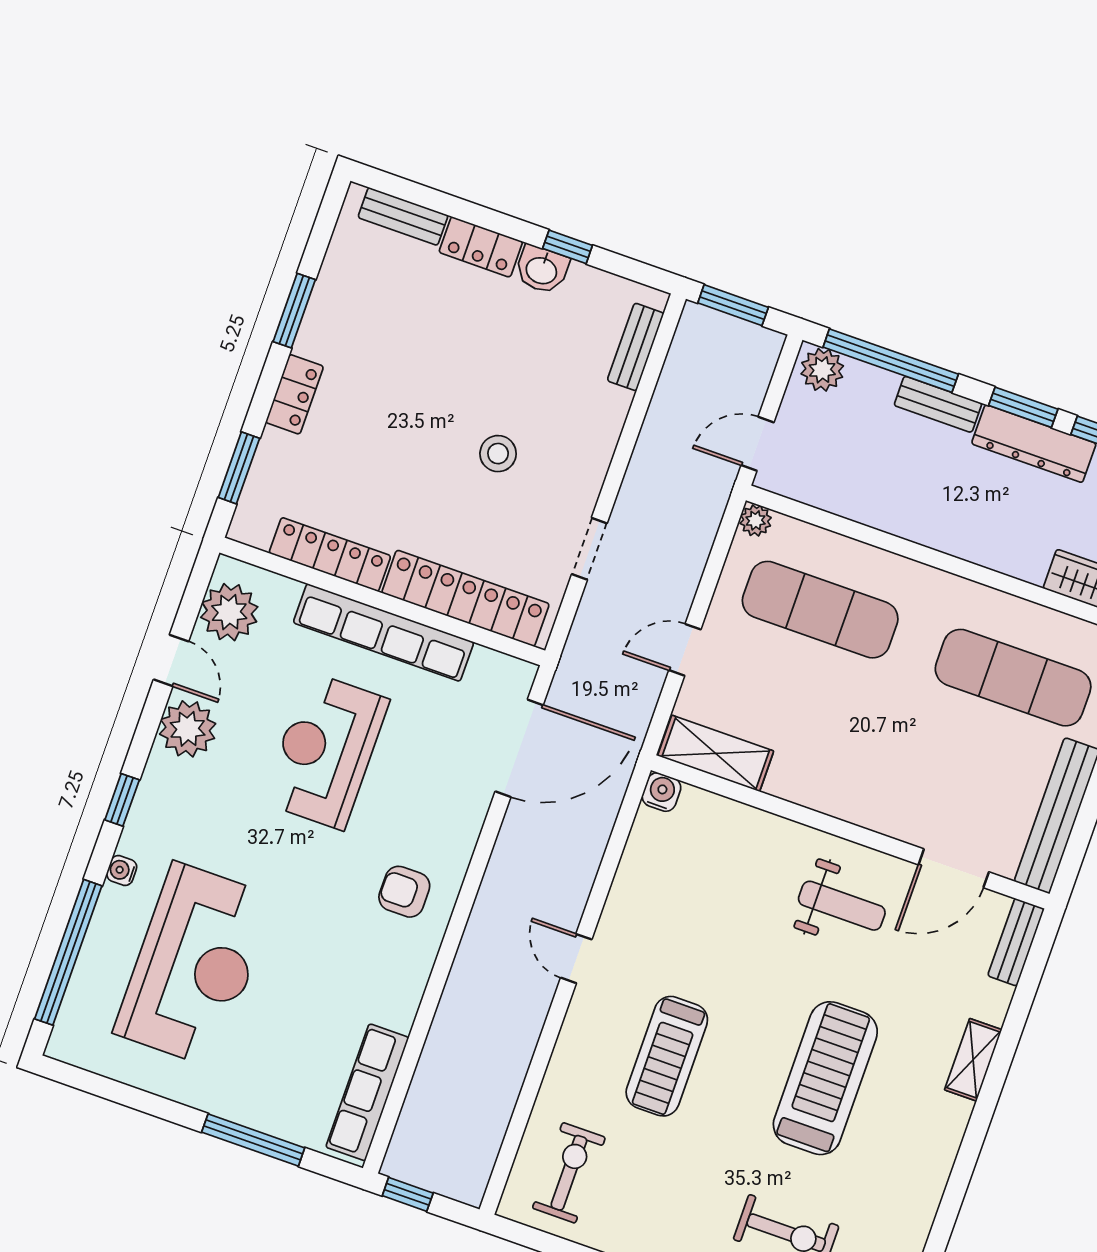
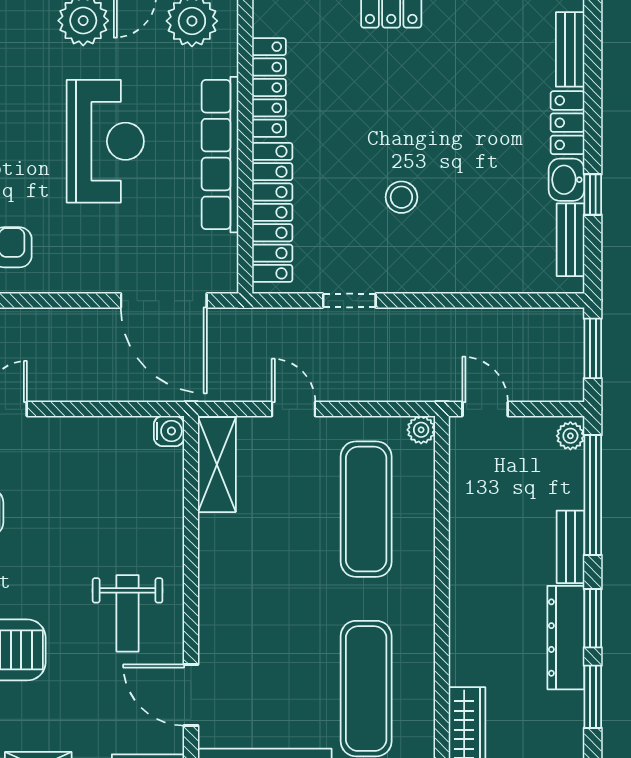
bench: (636, 347) -> (570, 240), moved, turned 90
plant: (822, 370) -> (570, 436), width x0.73, depth x0.73
reception desk: (326, 751) -> (105, 141), turned 90

